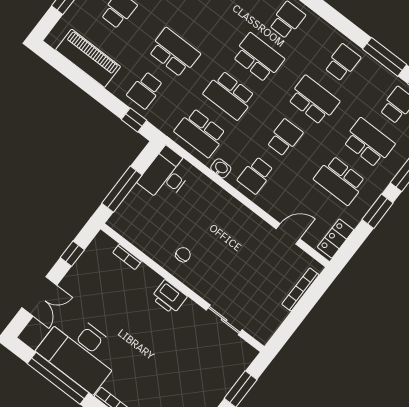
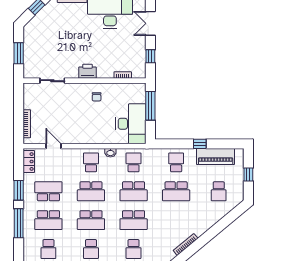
school desk: (229, 95) -> (134, 191), turned 180
window: (134, 120) -> (200, 144), moved
school desk: (200, 133) -> (134, 162), width x0.54
school desk: (285, 138) -> (91, 191), width x1.85
desk: (166, 175) -> (131, 124), width x1.36, depth x1.30
door: (288, 234) -> (53, 146), swing flipped

